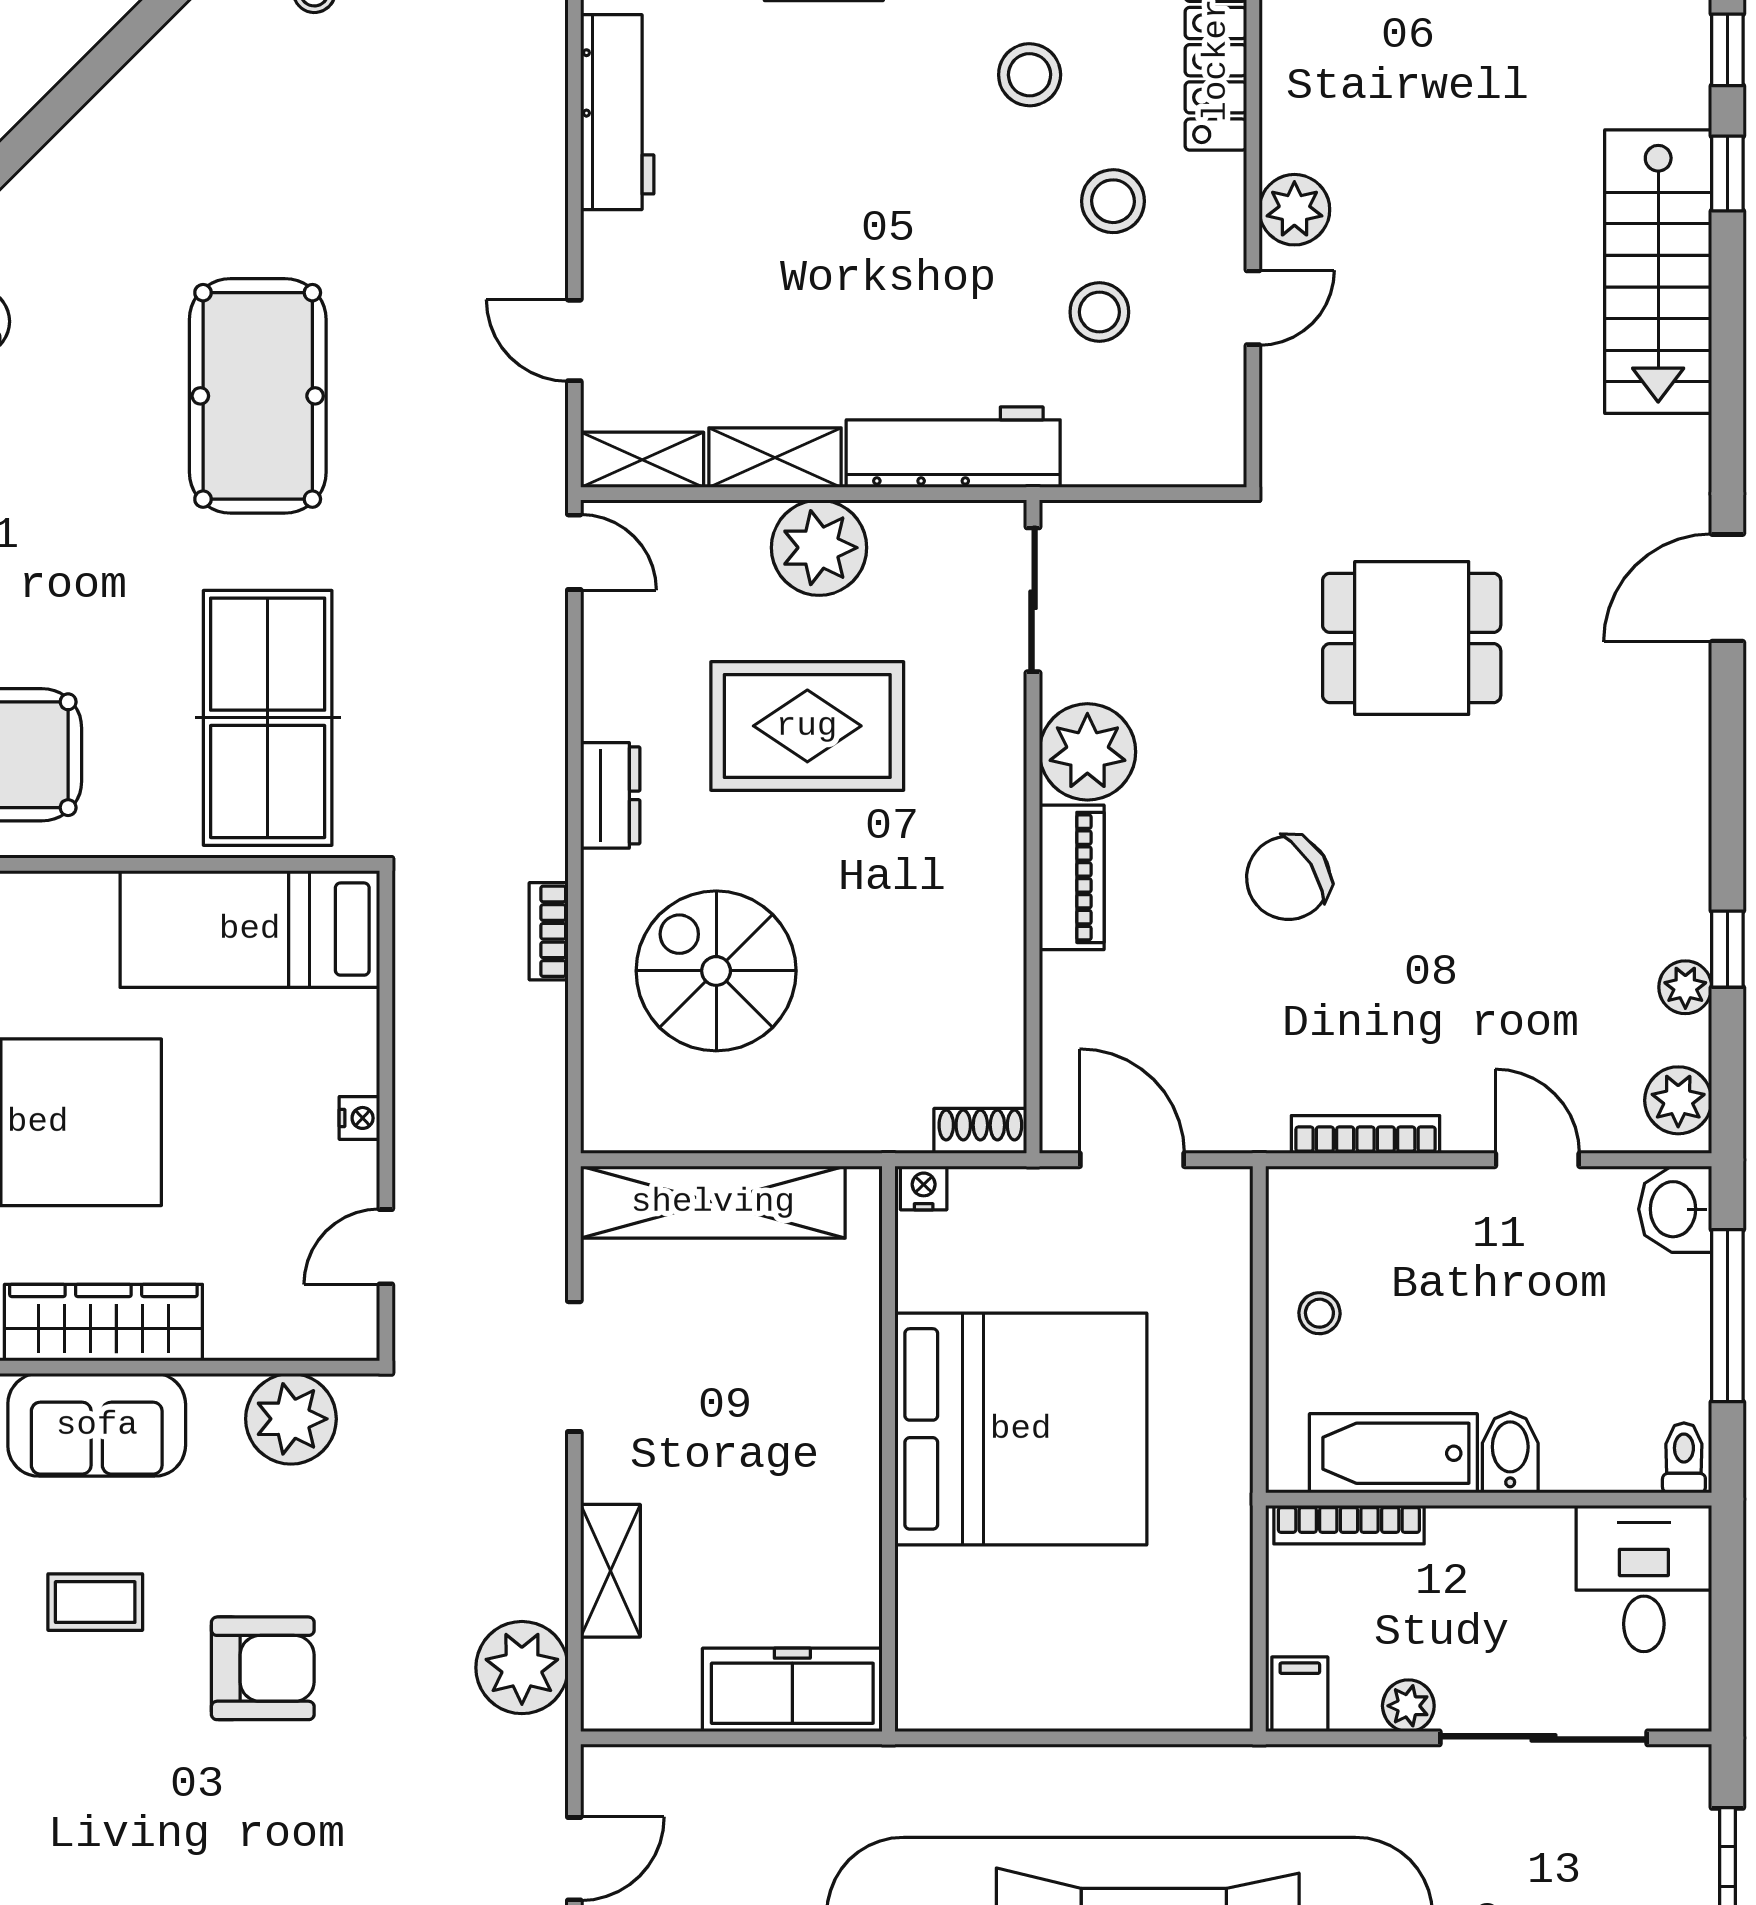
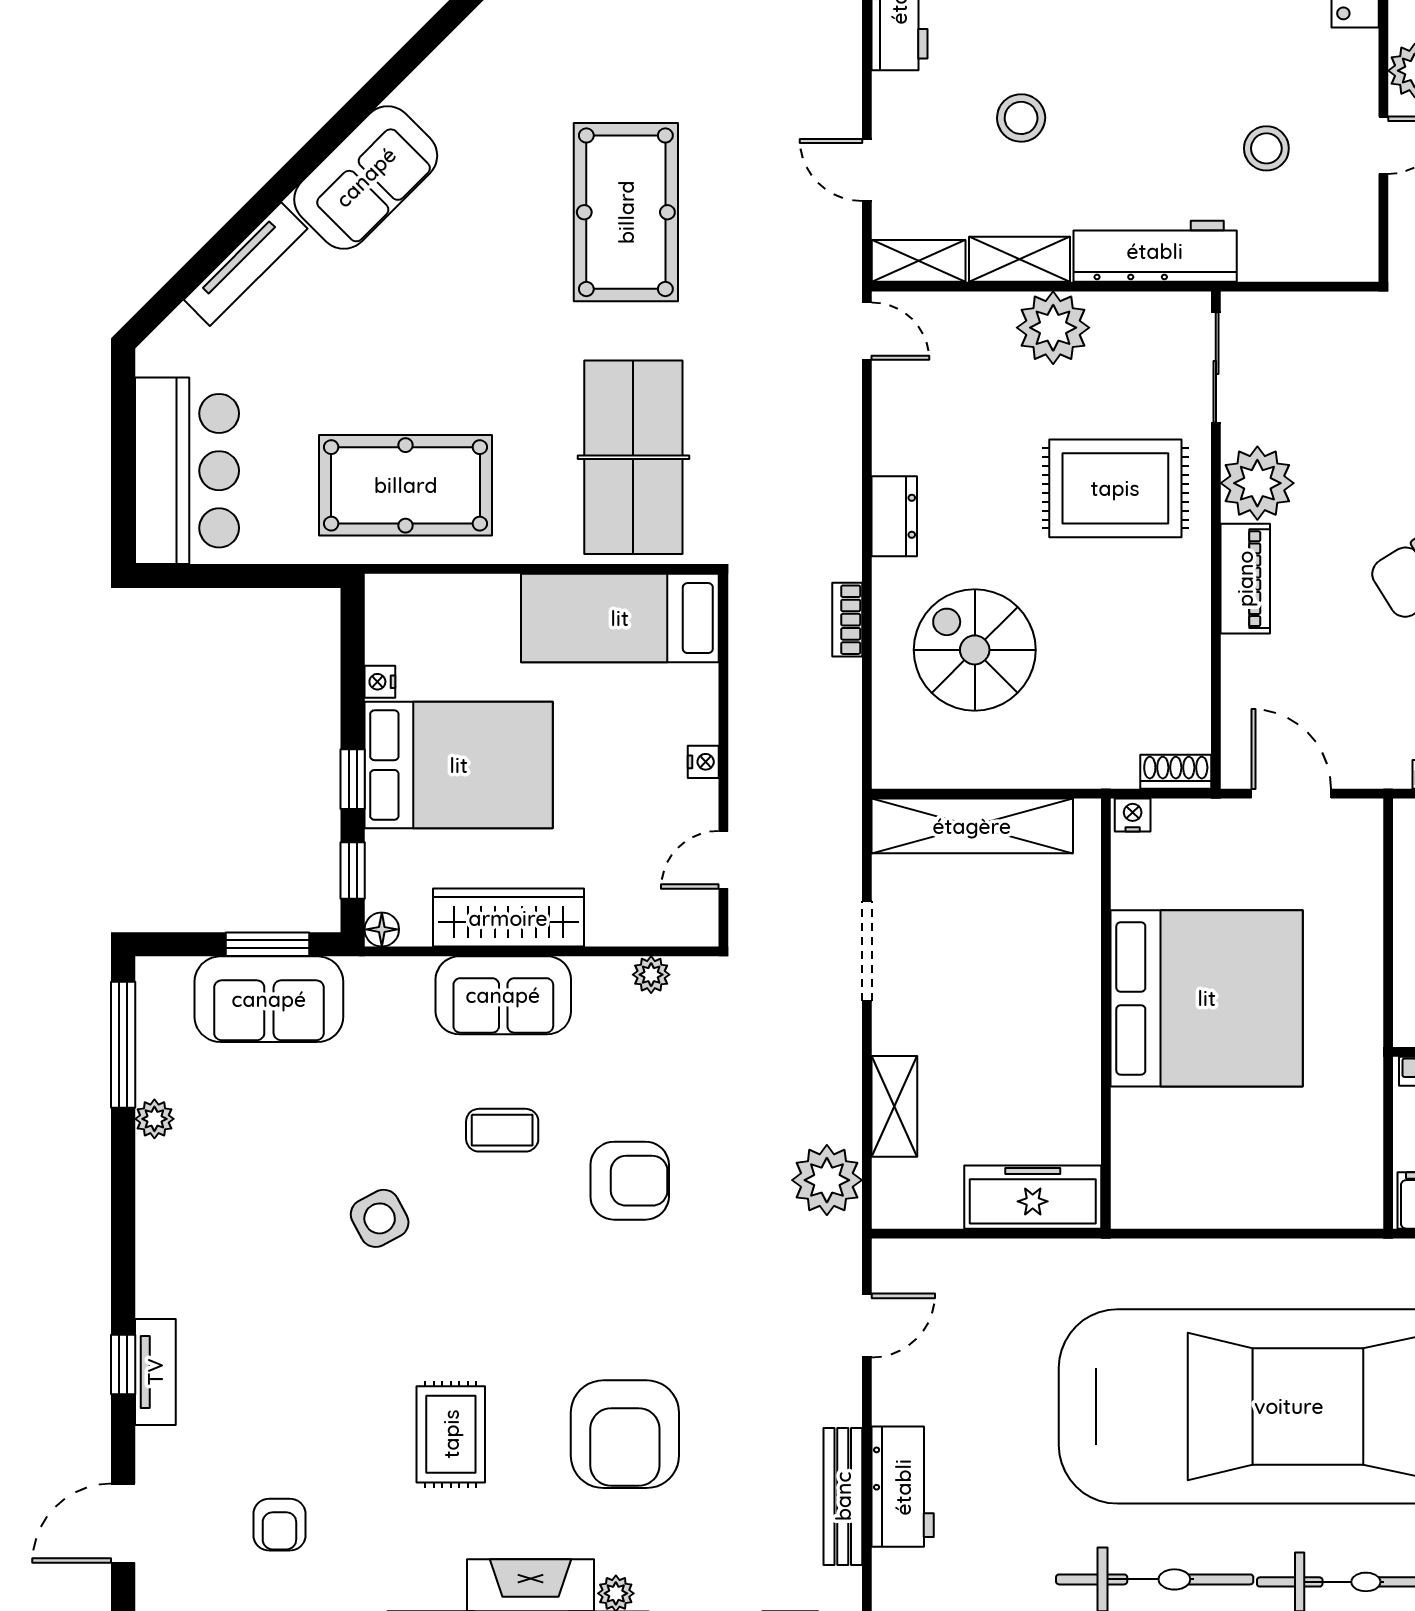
stool: (1113, 201) -> (1021, 118), moved
rug: (807, 726) -> (1115, 488), moved
plant: (291, 1419) -> (651, 975), width x0.53, depth x0.53

